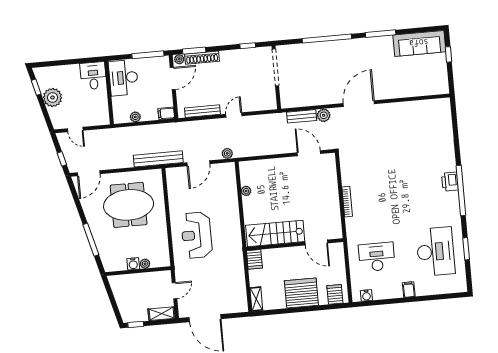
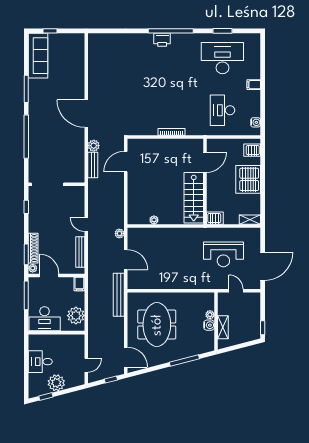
desk: (93, 76) -> (40, 362), moved
plant: (135, 117) -> (76, 316), width x1.87, depth x1.87
reception desk: (197, 235) -> (223, 254), moved
shelving: (162, 314) -> (223, 327), moved

